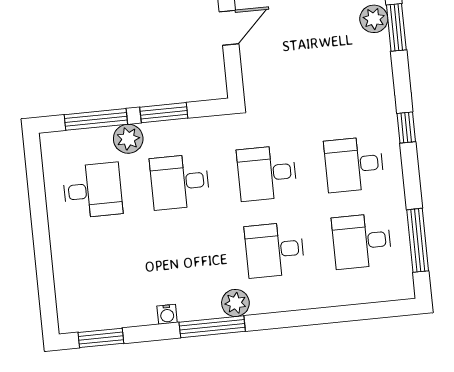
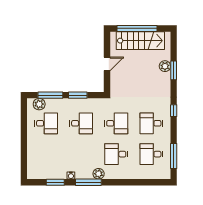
plant: (128, 139) -> (39, 104), moved
desk: (267, 173) -> (116, 123), turned 180
desk: (180, 182) -> (81, 123), turned 180
window: (101, 338) -> (55, 182), moved

